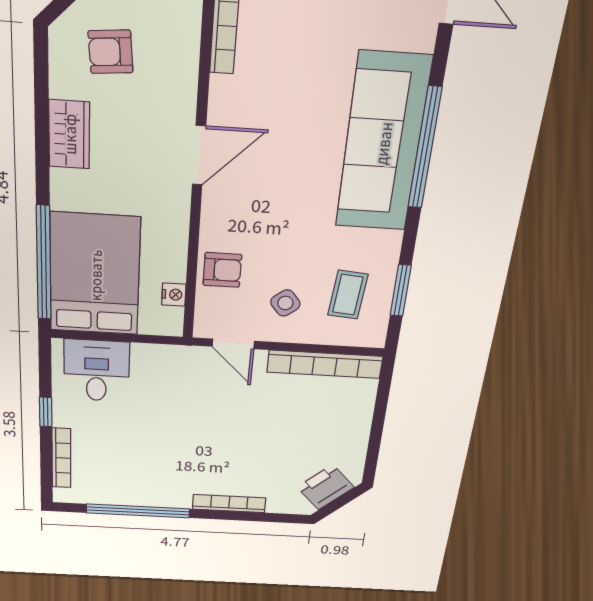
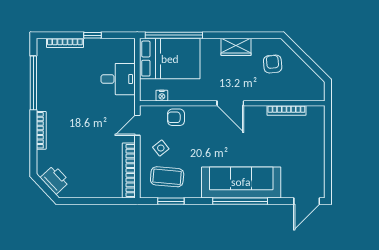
armchair: (222, 270) -> (176, 117), turned 90
coffee table: (348, 295) -> (167, 177), width x1.36, depth x1.30
desk: (97, 371) -> (118, 79), moved

